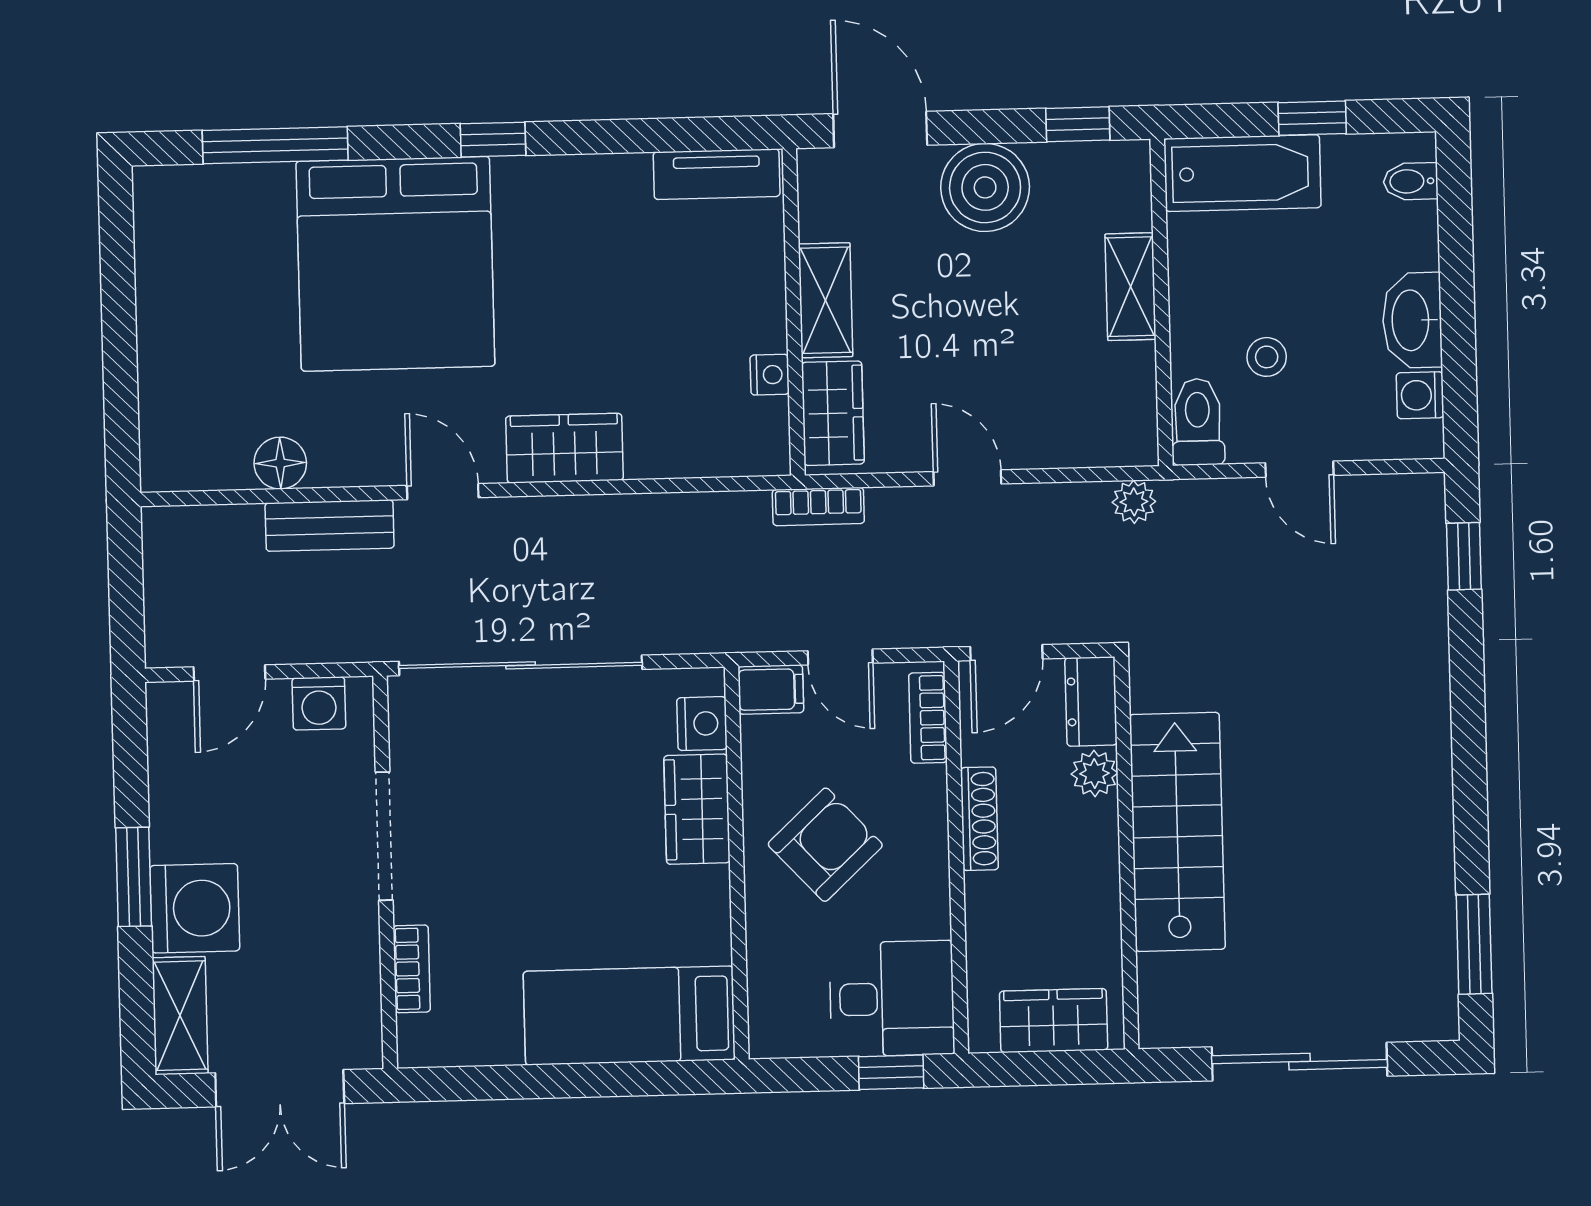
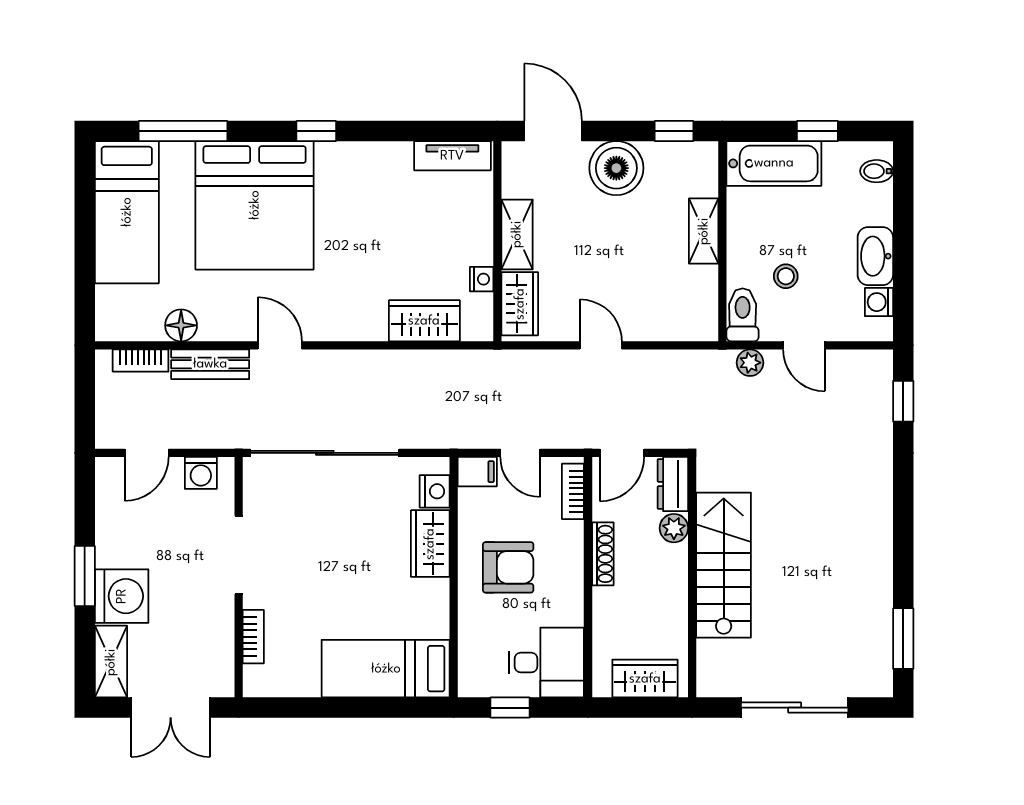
bed: (187, 280) -> (127, 212), added
wardrobe: (565, 448) -> (424, 321), moved
plant: (1134, 502) -> (750, 363), moved
bookcase: (818, 507) -> (141, 360), moved
armchair: (825, 845) -> (508, 567), turned 43
window: (891, 1072) -> (510, 708), moved

